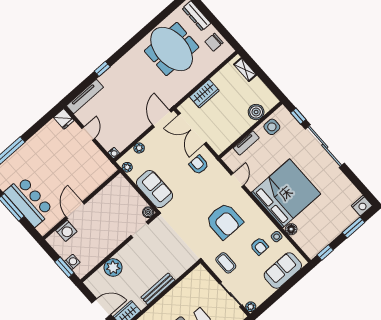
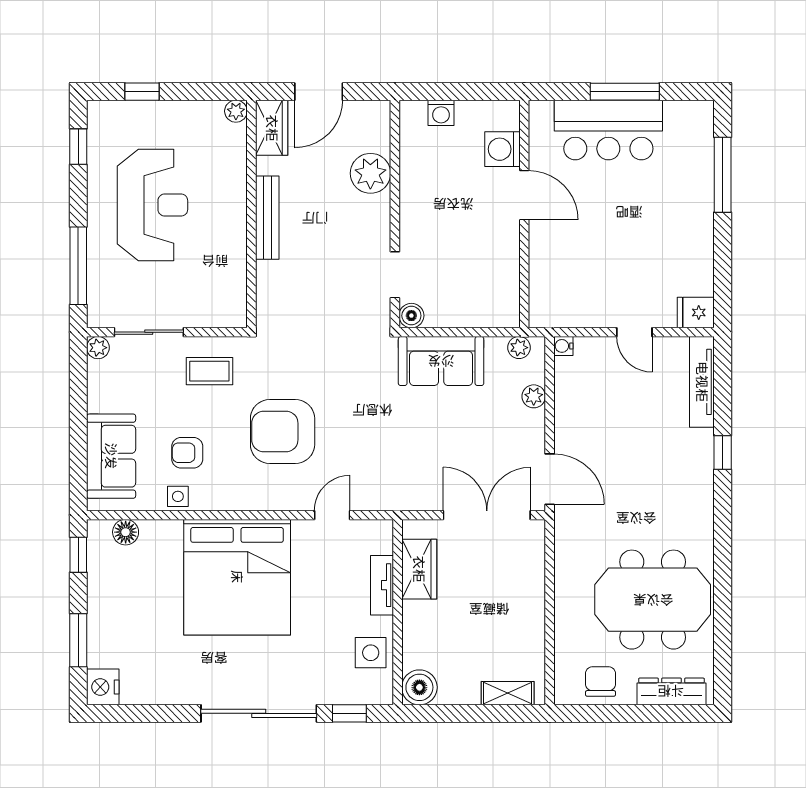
wardrobe: (204, 94) -> (419, 569), moved, turned 180
boiler: (256, 112) -> (419, 687), moved
armchair: (199, 165) -> (416, 472), removed
door: (238, 180) -> (332, 515), swing flipped
floor lamp: (291, 229) -> (126, 532), moved
window: (64, 267) -> (444, 92), removed

